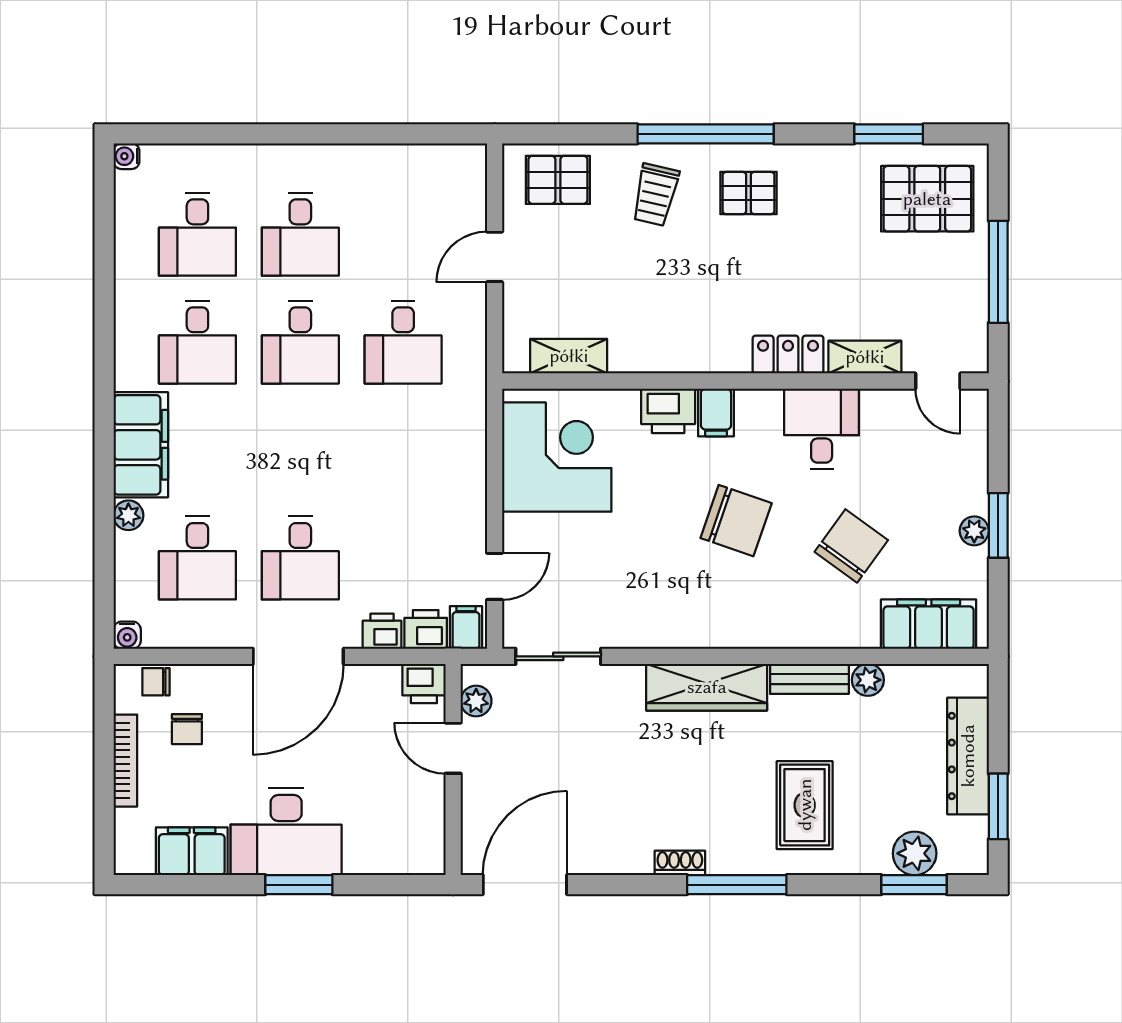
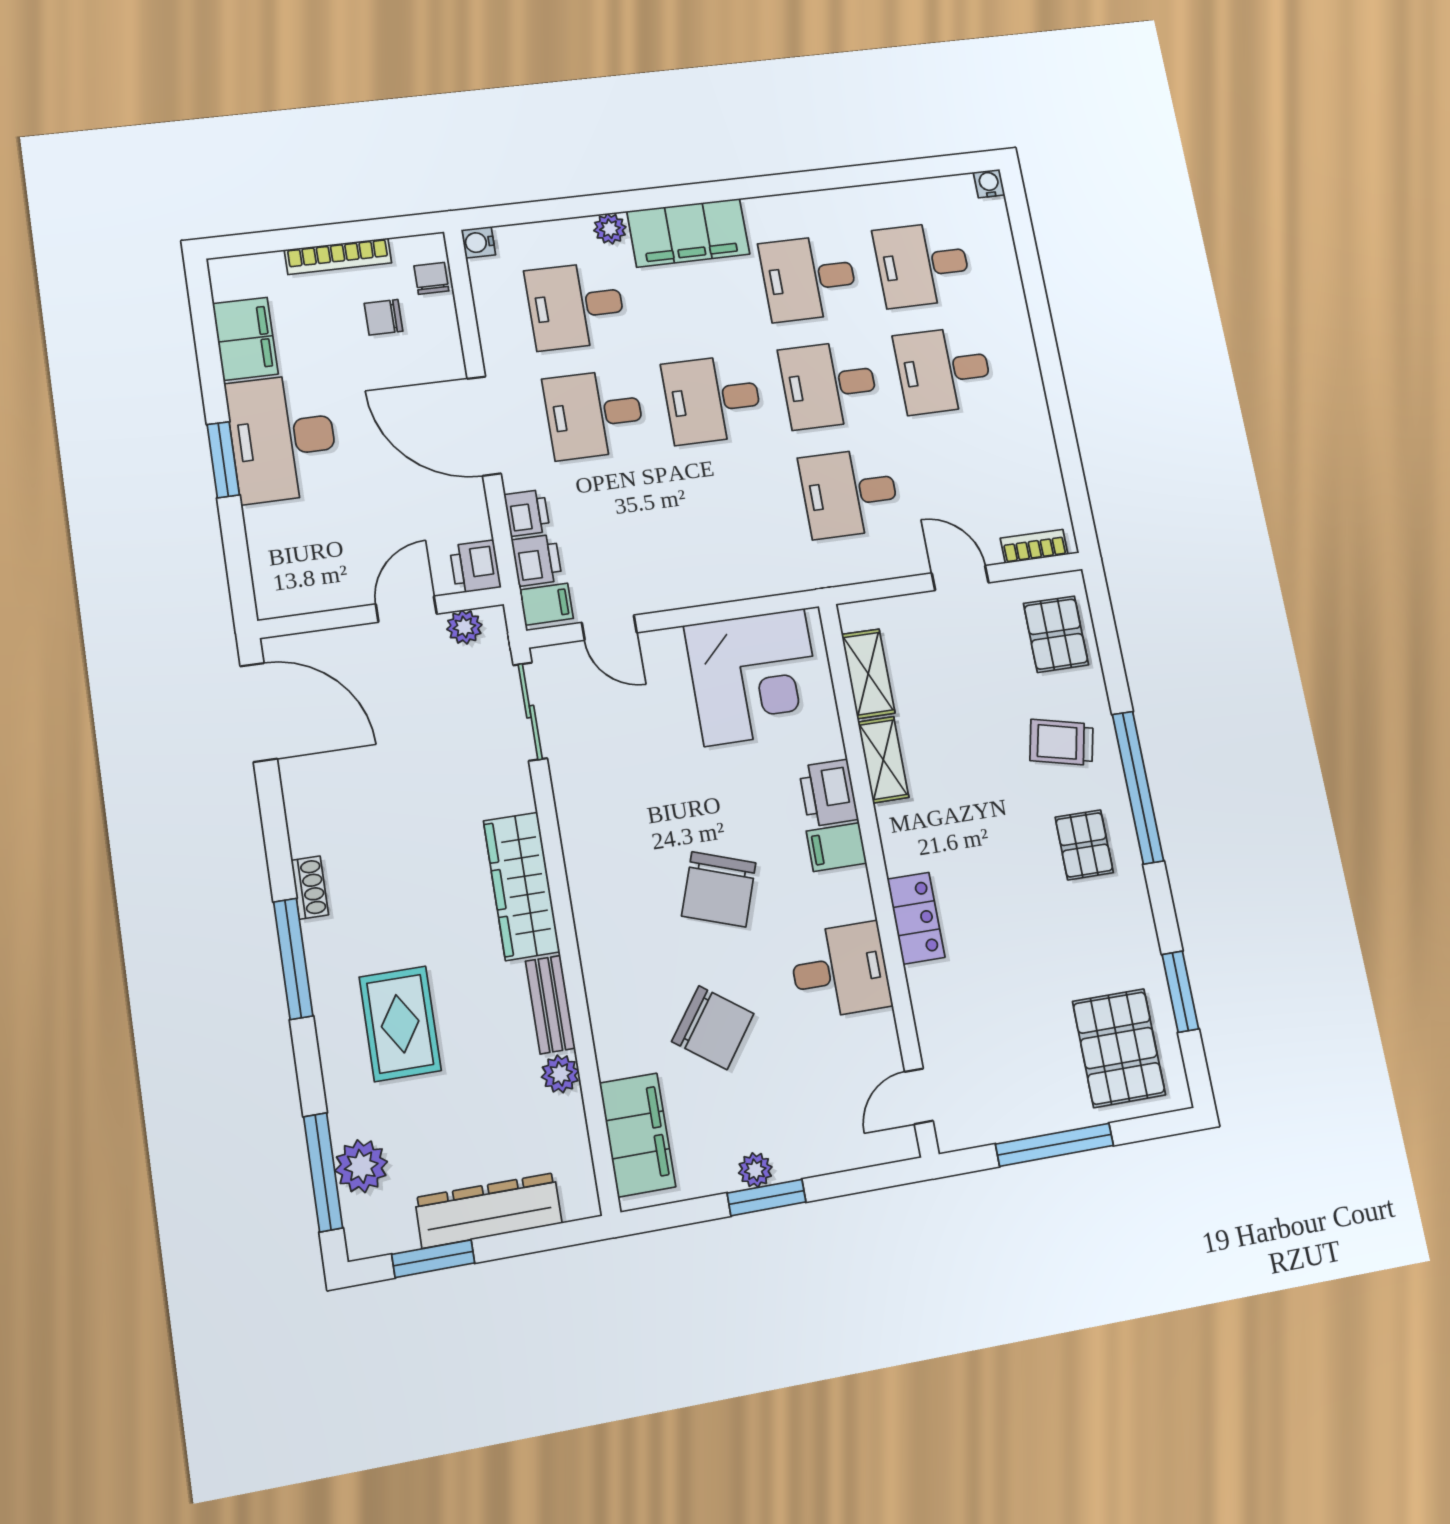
bookcase: (475, 183) -> (1034, 546), added
shelving: (865, 357) -> (883, 760), moved
desk: (300, 450) -> (713, 399), added
rug: (805, 805) -> (400, 1024), turned 90
window: (914, 885) -> (323, 1172), width x1.44

